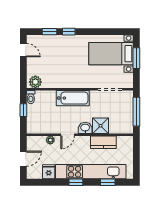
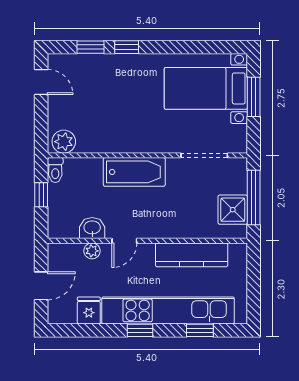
shower: (101, 126) -> (233, 210), moved
washbasin: (85, 128) -> (92, 228), moved
kitchen counter: (103, 142) -> (192, 255), width x1.50

